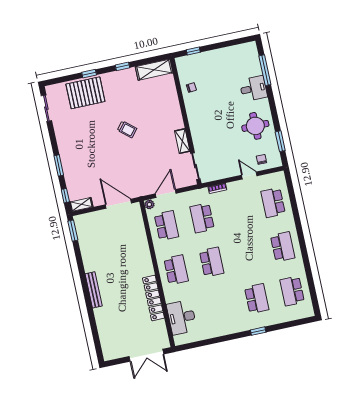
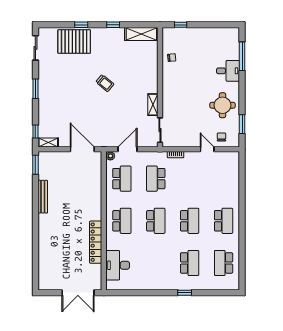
window: (59, 165) -> (35, 89), moved
school desk: (273, 203) -> (190, 221), moved, turned 180
bench: (94, 290) -> (43, 197), moved

